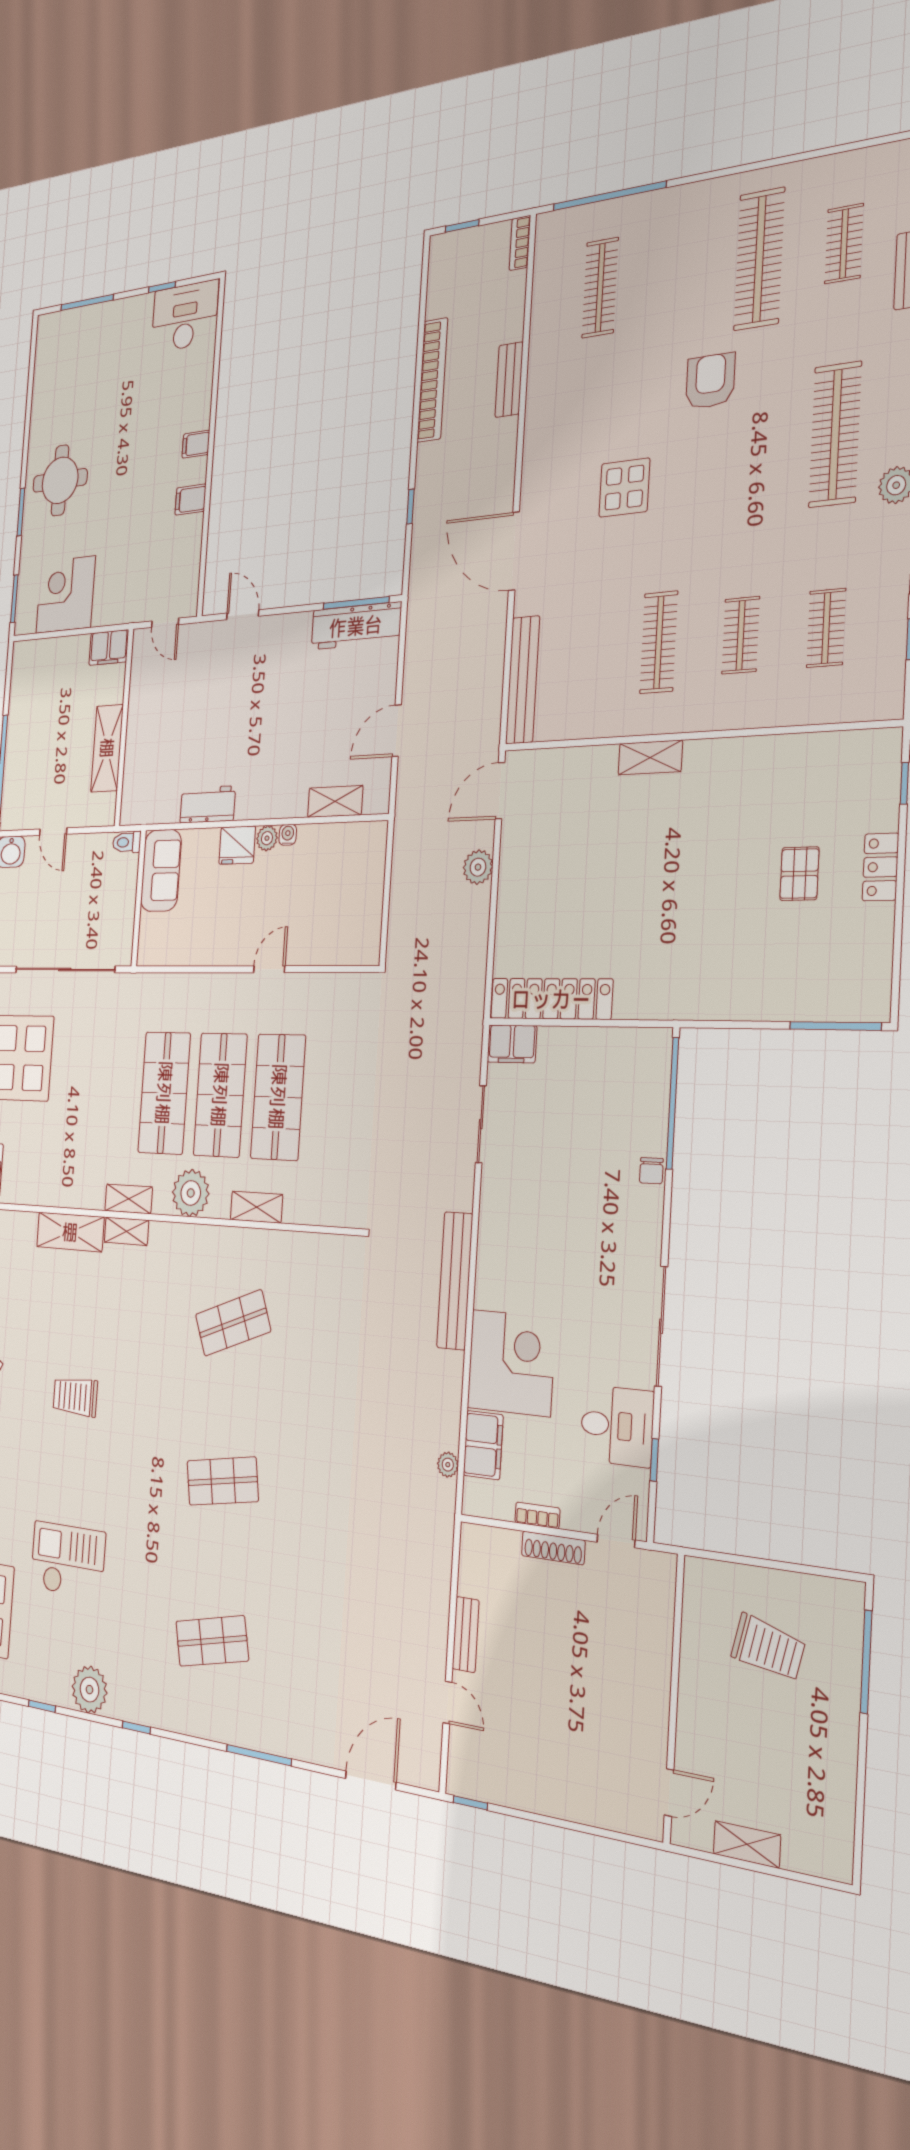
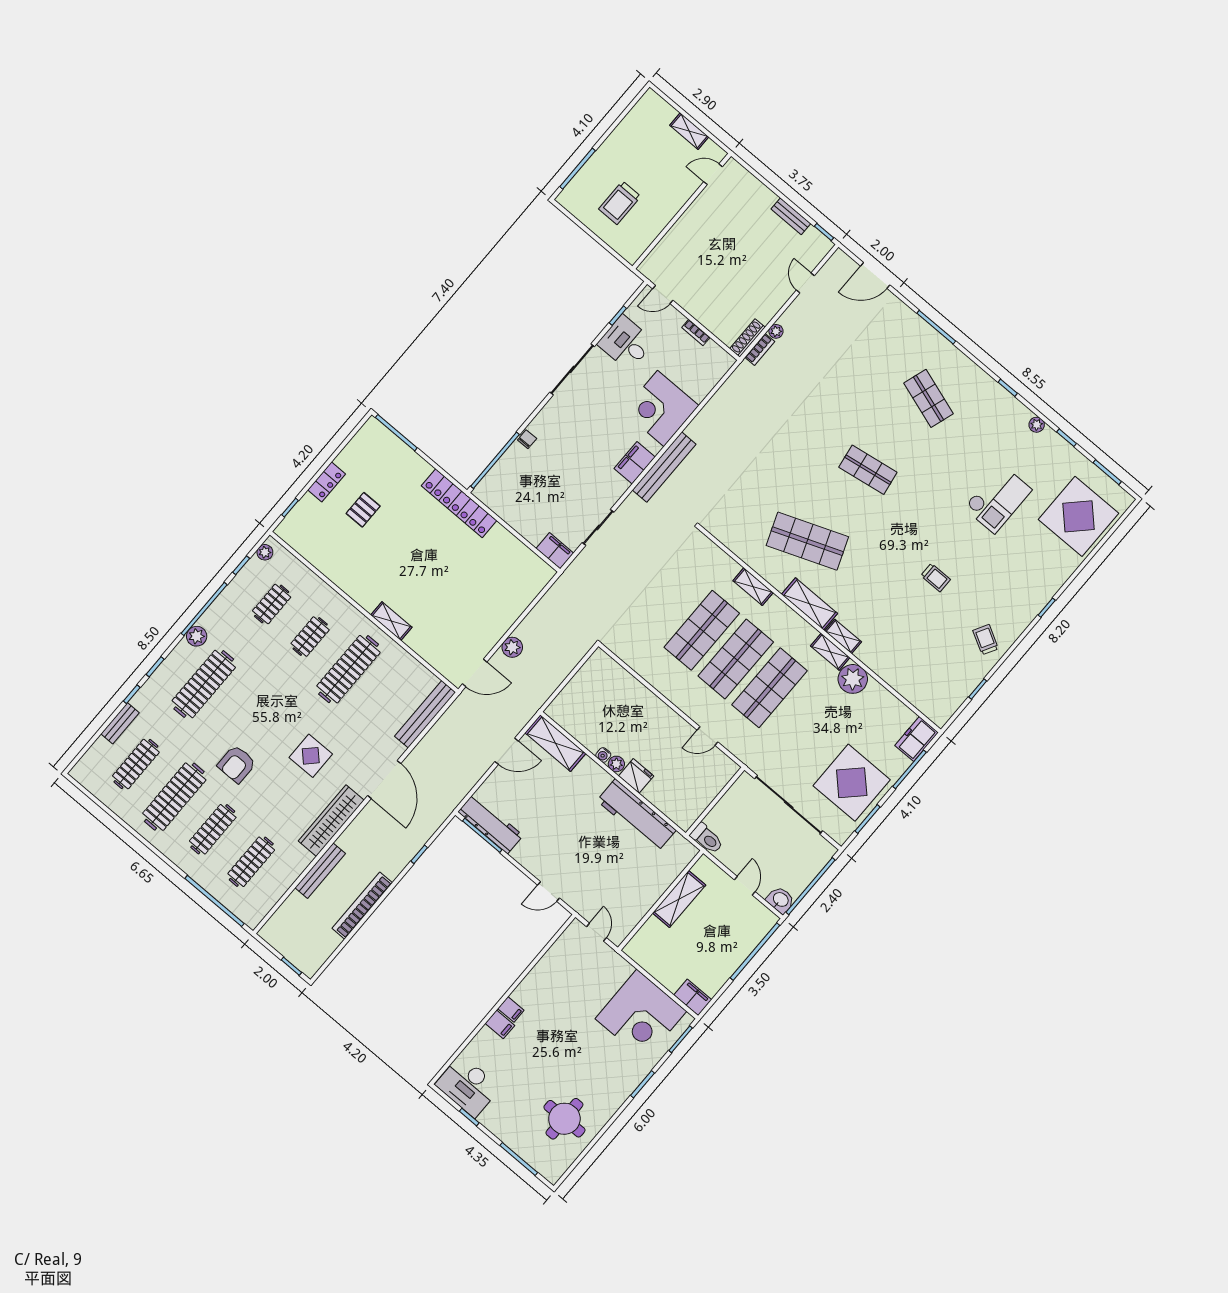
bookcase: (520, 243) -> (760, 349), moved
clothes rail: (844, 244) -> (136, 764), width x1.36
clothes rail: (678, 274) -> (213, 829), added
bench: (509, 380) -> (320, 871), width x1.36
wardrobe: (541, 437) -> (331, 821), added
round table: (60, 480) -> (564, 1119), moved
filing cabinet: (190, 500) -> (500, 1024), moved
corner desk: (66, 595) -> (641, 1015), width x1.36, depth x1.36
door: (243, 615) -> (549, 891), hinge flipped
clothes rail: (659, 642) -> (348, 669), width x1.37, depth x1.31
filing cabinet: (109, 648) -> (693, 997), moved
plant: (891, 688) -> (265, 552), added
shelving: (335, 801) -> (555, 743), width x1.50, depth x1.33
workbench: (208, 804) -> (636, 815), width x1.88, depth x1.32
toilet: (127, 842) -> (707, 838), width x1.37, depth x1.39
sofa: (161, 870) -> (691, 804), removed
door: (269, 969) -> (708, 736), moved
locker: (551, 999) -> (459, 503), moved
plant: (191, 1193) -> (853, 679), moved
shelving: (70, 1232) -> (810, 604), moved
shop shelf: (233, 1323) -> (807, 541), width x1.43, depth x1.36
trolley: (75, 1397) -> (936, 578), width x0.73, depth x0.72
filing cabinet: (483, 1445) -> (635, 463), moved
plant: (448, 1465) -> (776, 331), moved
shoe rack: (553, 1548) -> (747, 338), moved, turned -90
checkout: (68, 1560) -> (998, 499), turned -90
bench: (466, 1634) -> (791, 216), moved, turned 90
shop shelf: (212, 1641) -> (928, 398), turned 30
trolley: (768, 1648) -> (620, 203), turned -103
plant: (89, 1690) -> (1037, 425), width x0.53, depth x0.53

